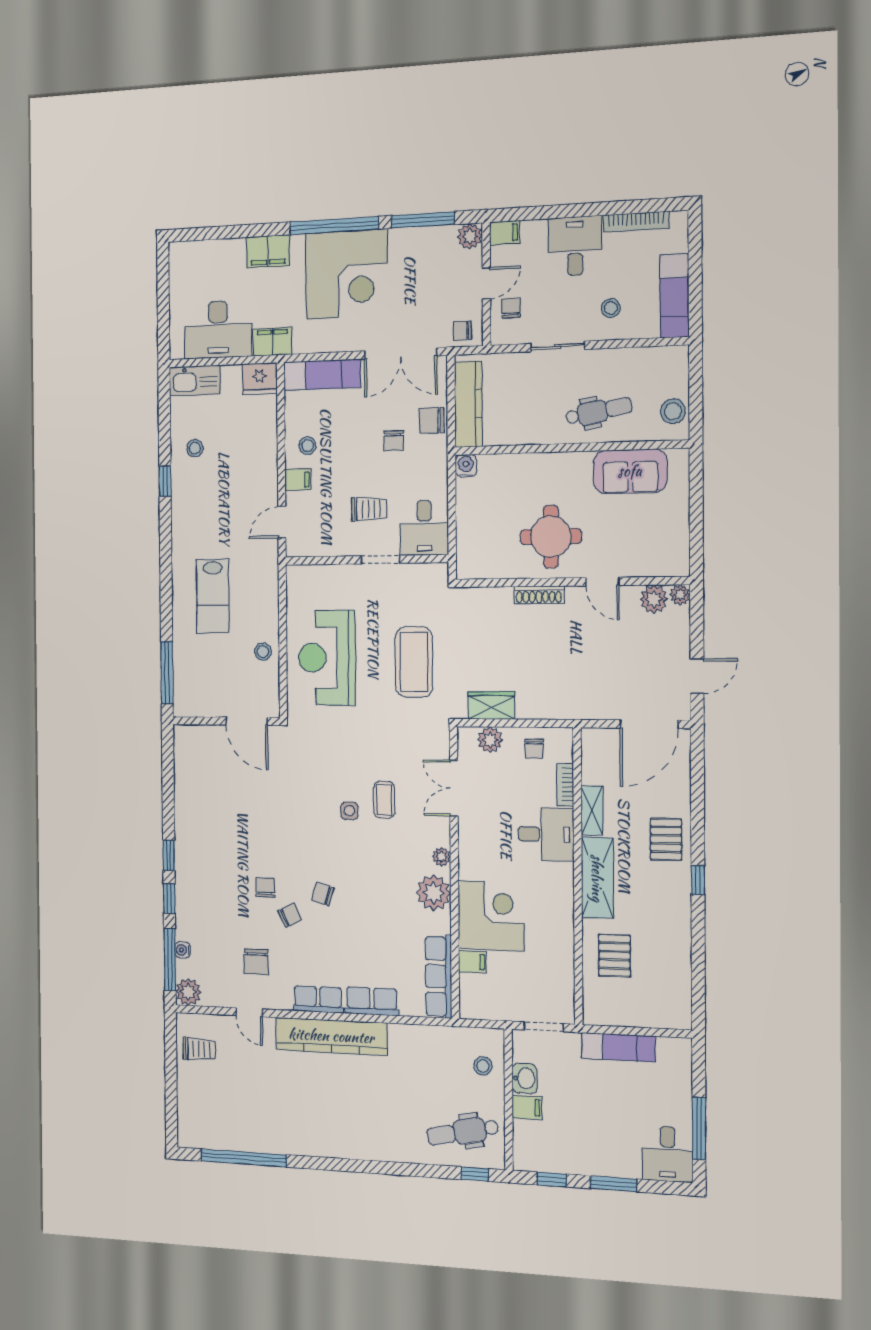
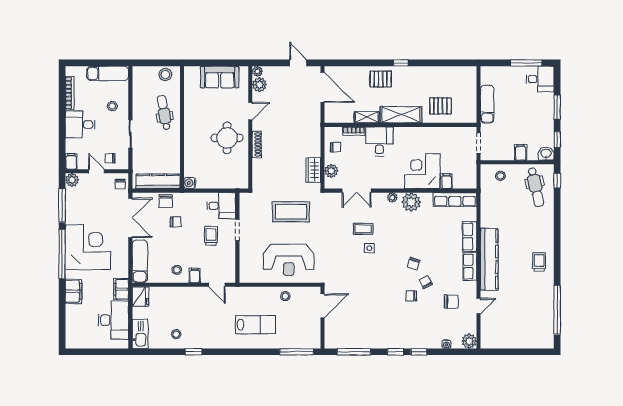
sofa: (630, 471) -> (220, 77), moved, turned 90
window: (170, 960) -> (354, 352), moved
trolley: (199, 1049) -> (539, 262), moved
washbasin: (525, 1078) -> (546, 154), moved

